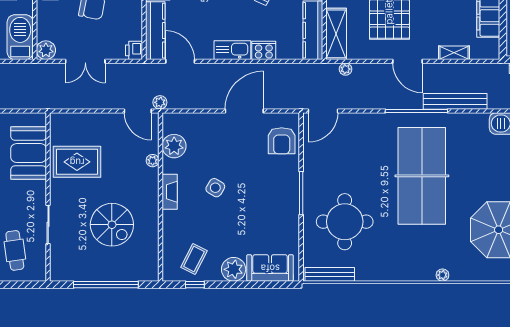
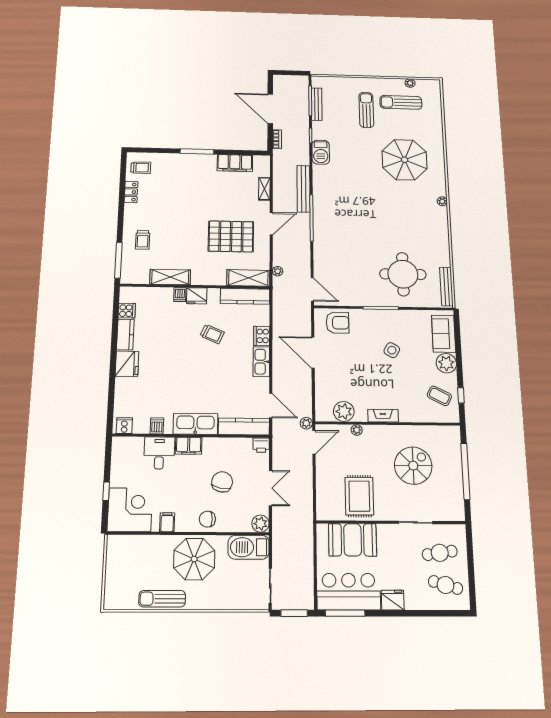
door: (180, 61) -> (271, 405), swing flipped
table tennis table: (422, 176) -> (364, 215), removed
side table: (215, 188) -> (392, 350), moved

